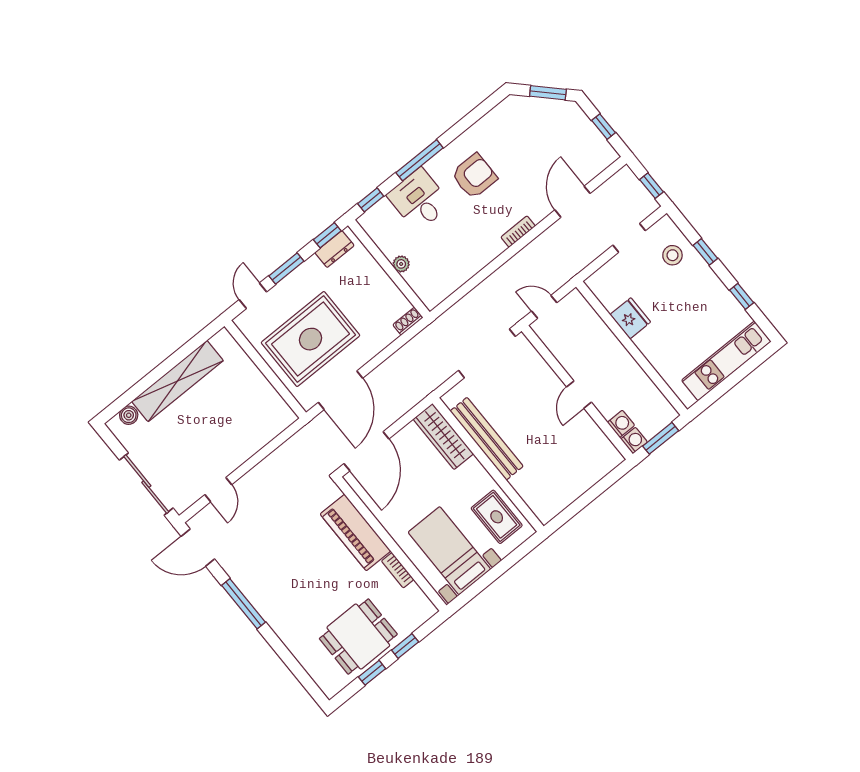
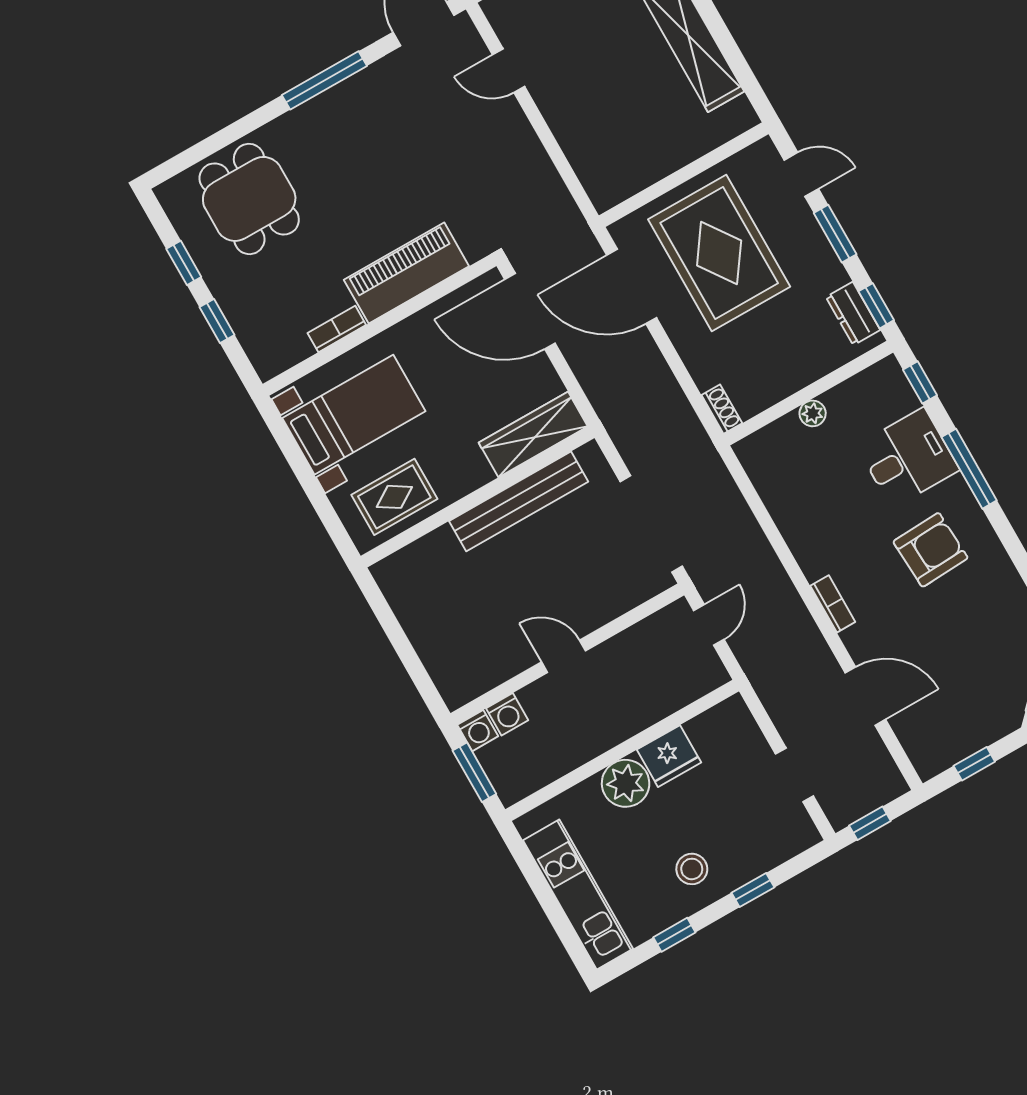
armchair: (474, 176) -> (930, 550), turned -93
stool: (672, 255) -> (692, 869), moved
plant: (652, 343) -> (626, 783), added
dining table: (358, 636) -> (249, 199), moved

